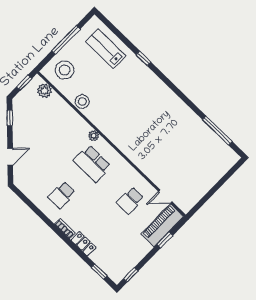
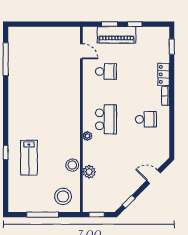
lab bench: (106, 49) -> (29, 158), moved
plant: (45, 91) -> (89, 172), moved
piano: (162, 225) -> (117, 35), moved
window: (131, 275) -> (135, 24), moved

